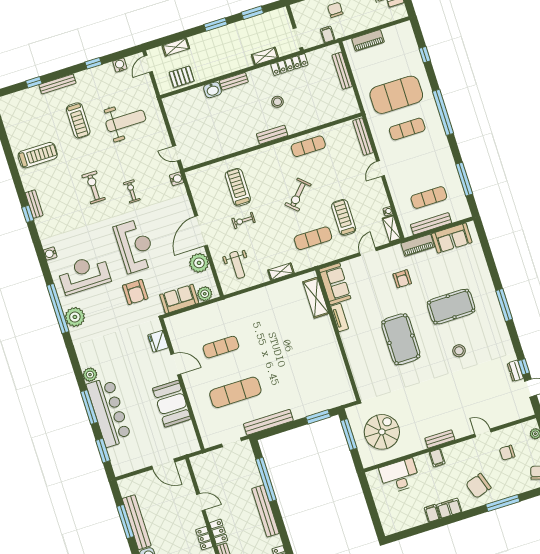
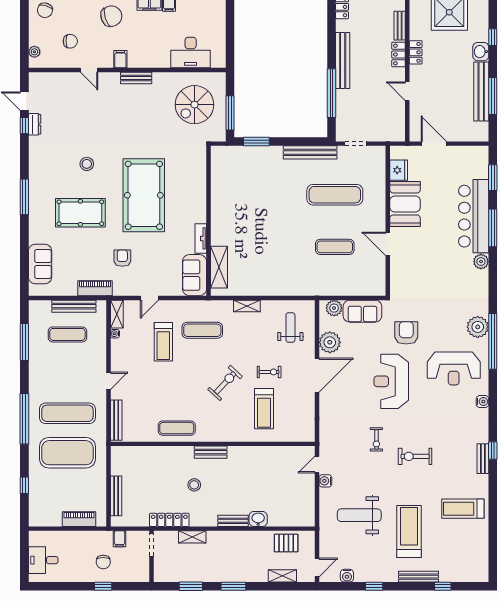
treadmill: (78, 120) -> (409, 532), width x1.37, depth x1.38
exercise mat: (407, 129) -> (67, 413), width x1.36, depth x1.45
door: (176, 153) -> (317, 465), swing flipped
water cooler: (177, 179) -> (325, 481), moved
exercise bike: (94, 187) -> (415, 456), turned 90
exercise bike: (298, 195) -> (225, 383), moved
sofa: (452, 238) -> (40, 264), moved, turned 90
pool table: (401, 339) -> (144, 195), width x1.36, depth x1.32
fridge: (158, 341) -> (399, 170), moved
filing cabinet: (437, 458) -> (120, 59), moved

